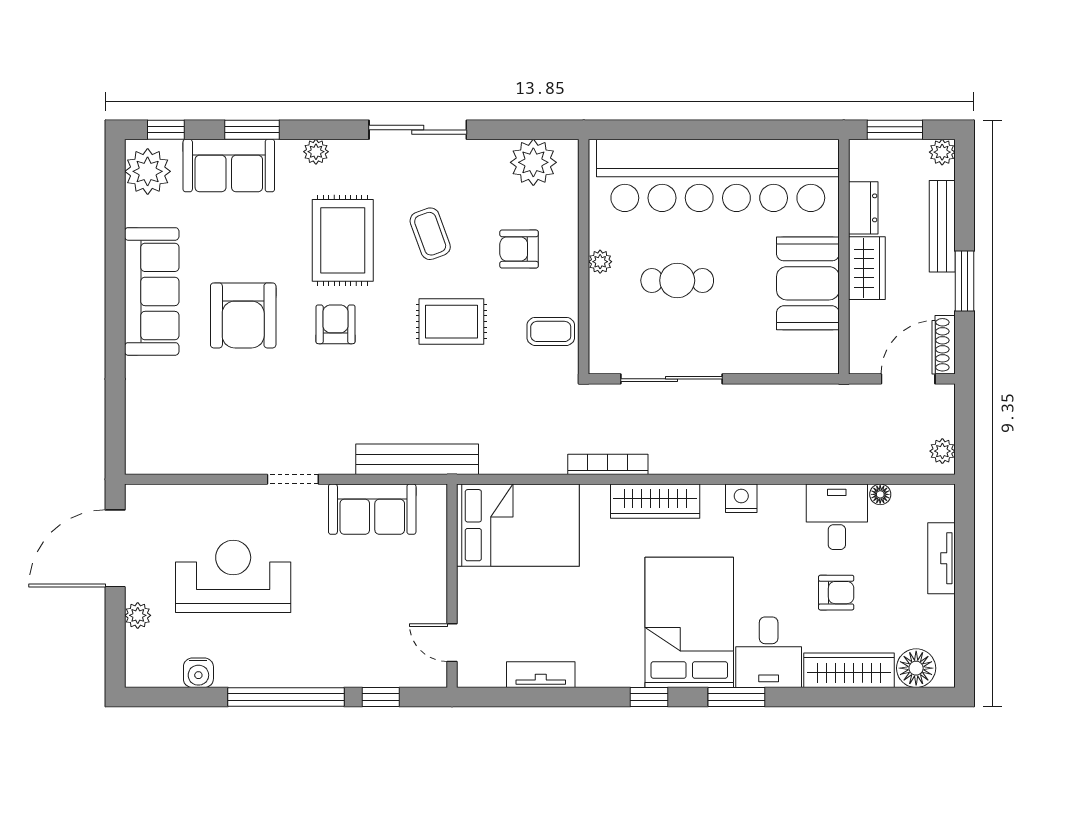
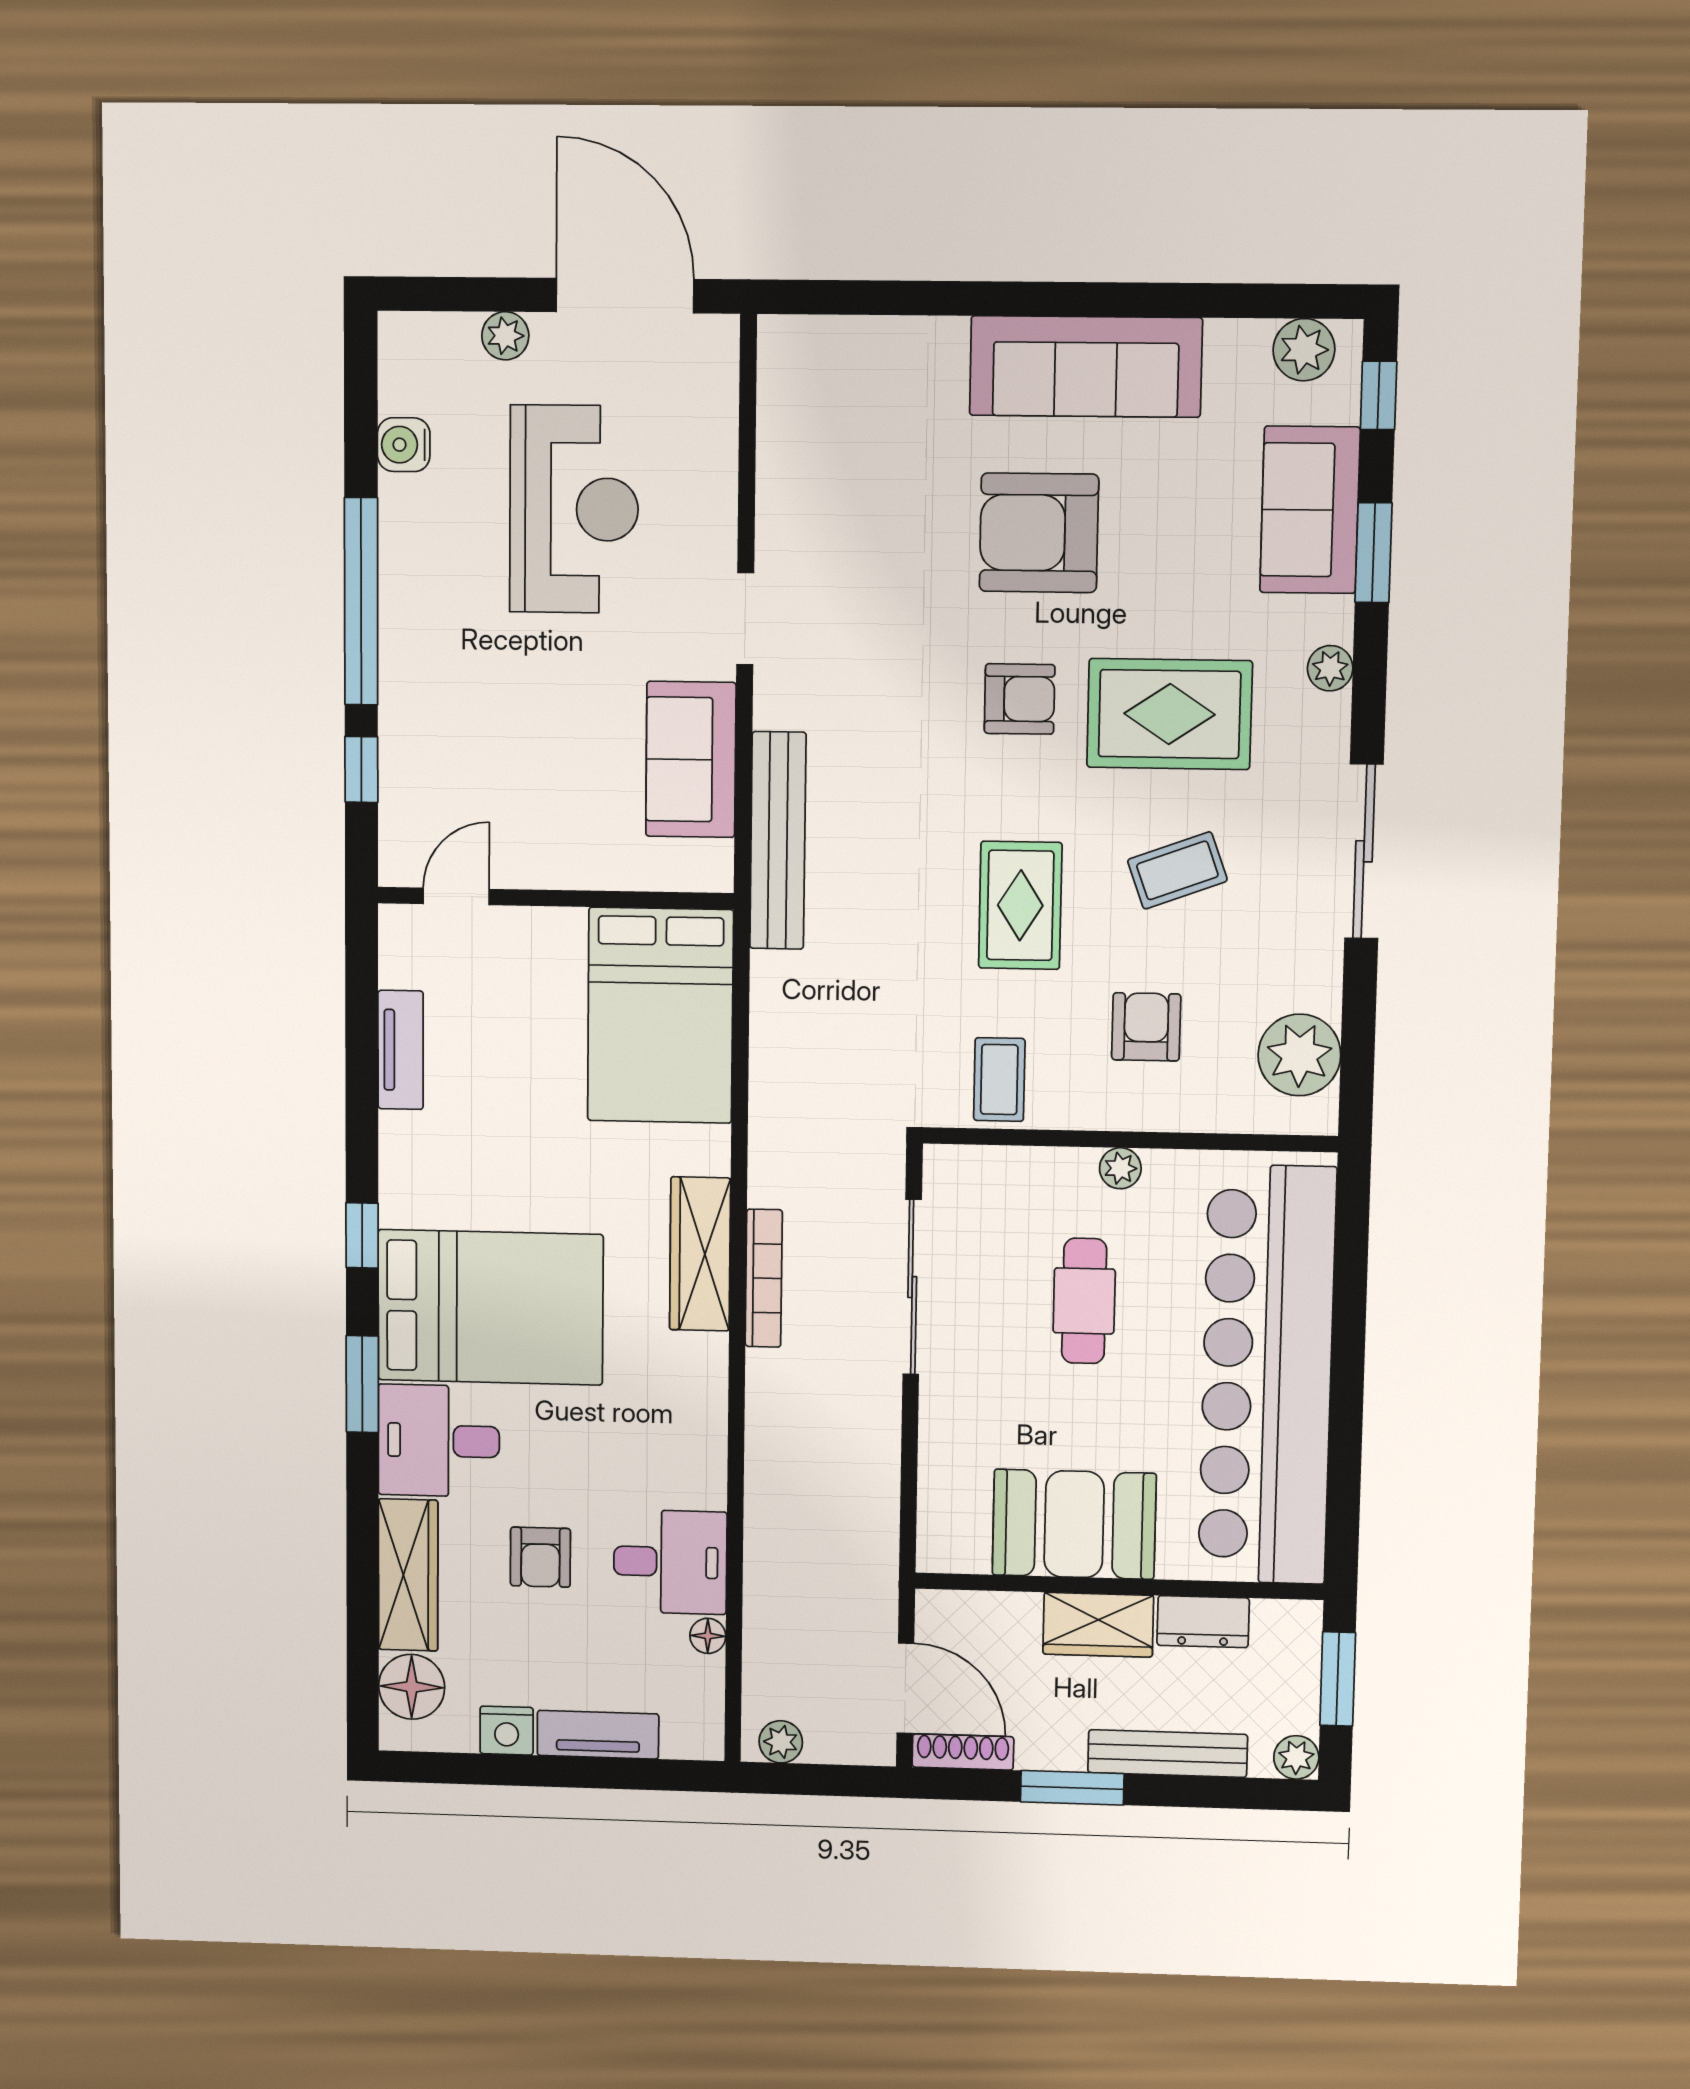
plant: (148, 171) -> (1304, 350), width x0.73, depth x0.73
bookcase: (608, 464) -> (764, 1278), moved
nightstand: (741, 498) -> (507, 1731), moved, turned 90

